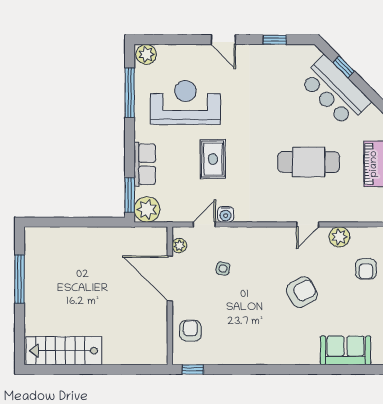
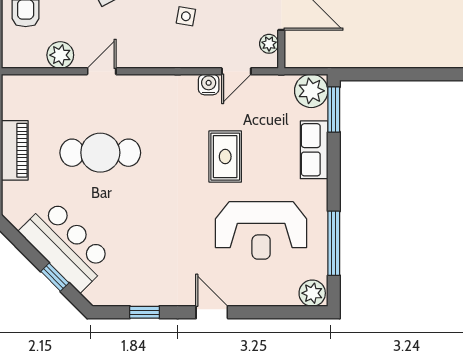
side table: (223, 268) -> (186, 16), moved

